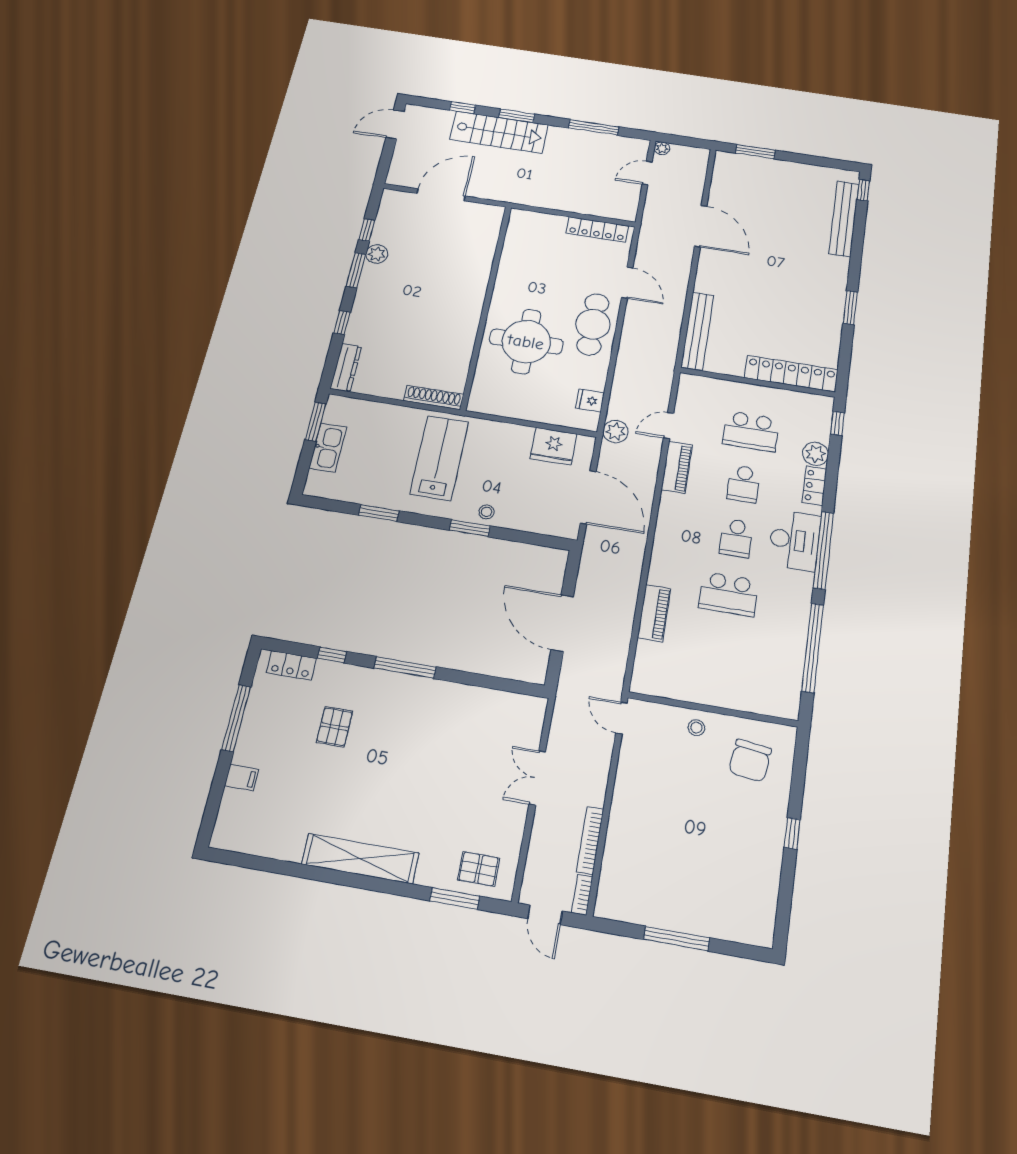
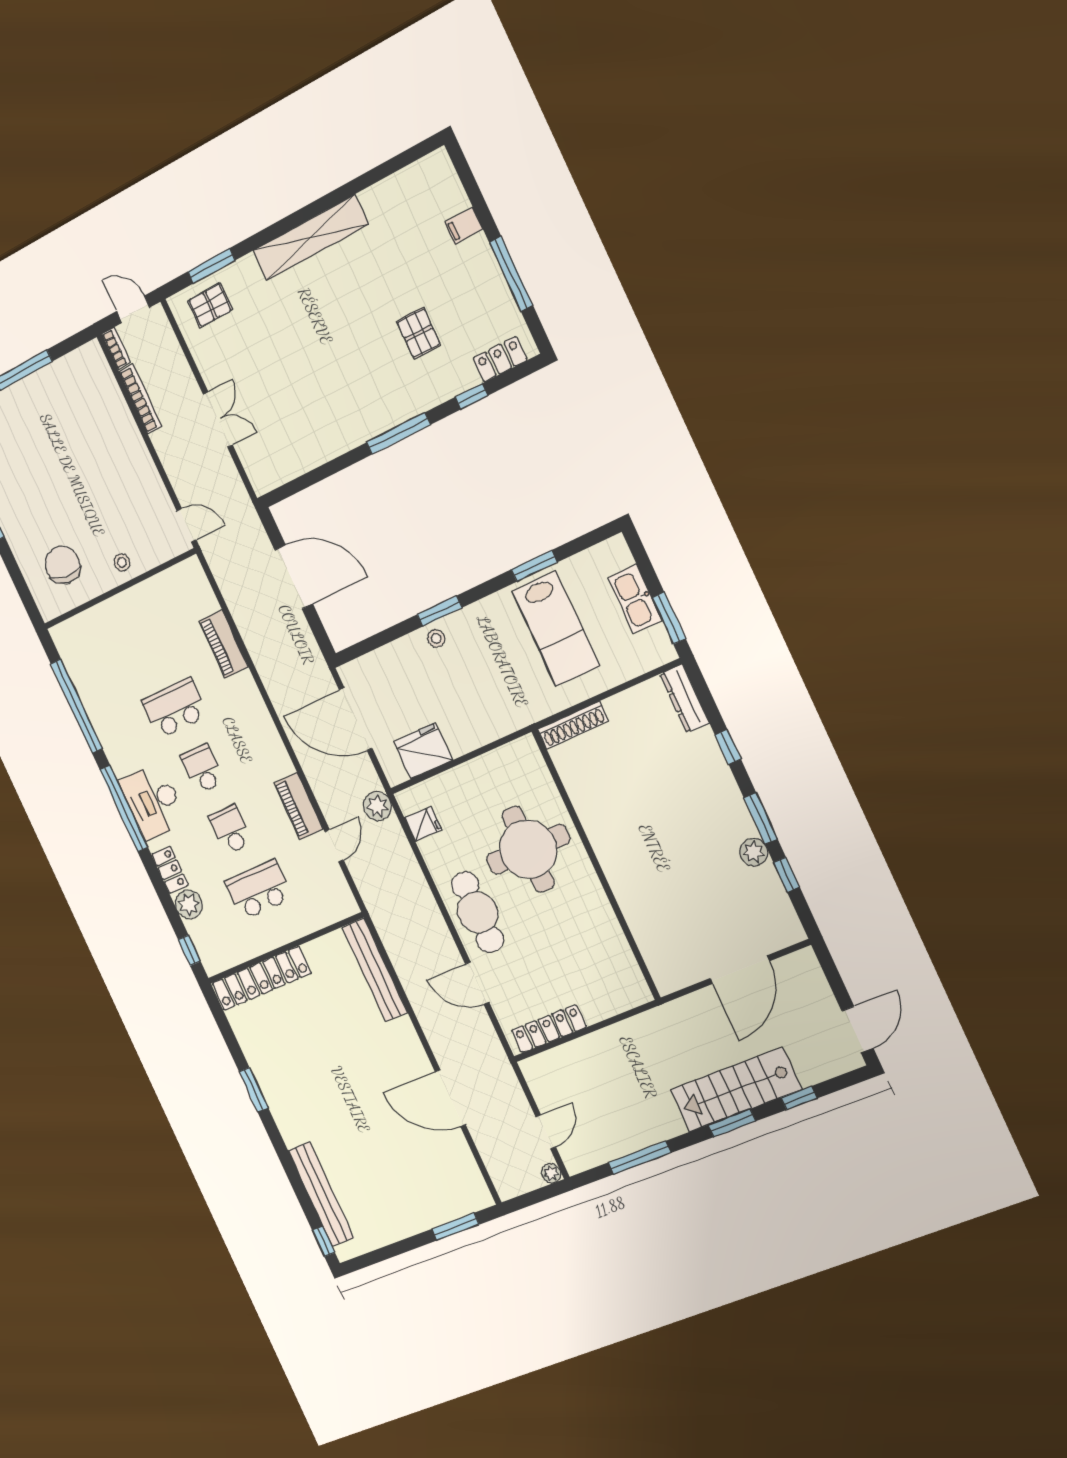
lab bench: (439, 458) -> (556, 629), moved

